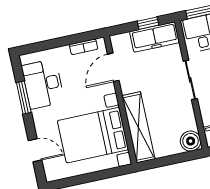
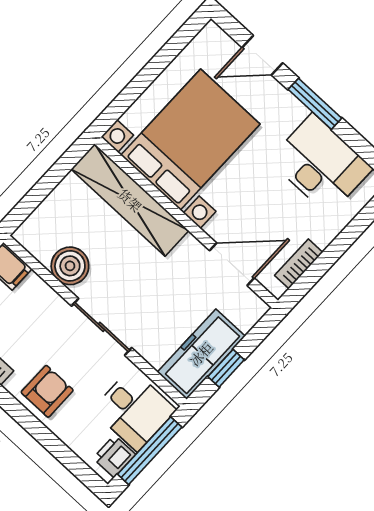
door: (113, 67) -> (232, 264), hinge flipped
window: (24, 97) -> (315, 104), moved
boiler: (191, 141) -> (70, 266), moved

